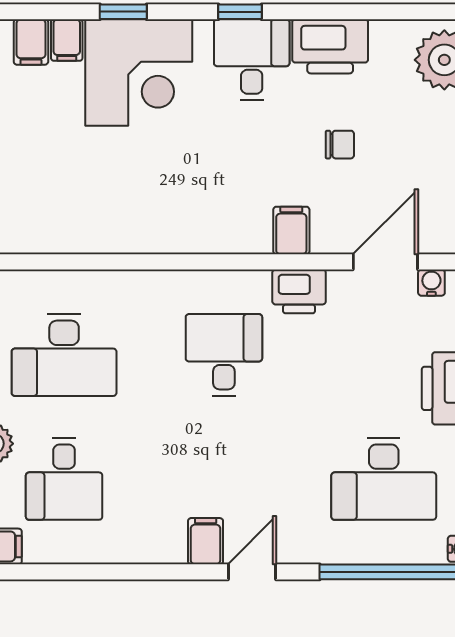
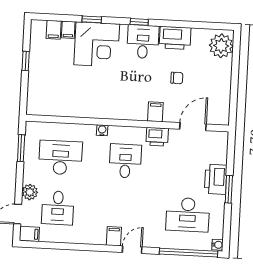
water cooler: (431, 283) -> (102, 130), moved
desk: (64, 355) -> (60, 158), turned 180

